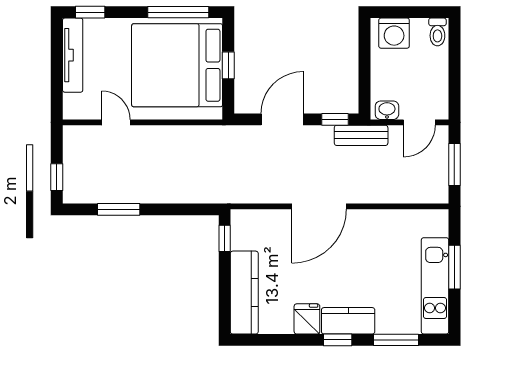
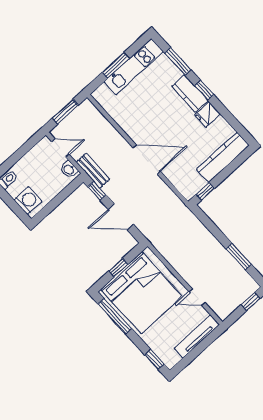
tv unit: (73, 55) -> (197, 336), moved
door: (116, 122) -> (197, 297), hinge flipped

